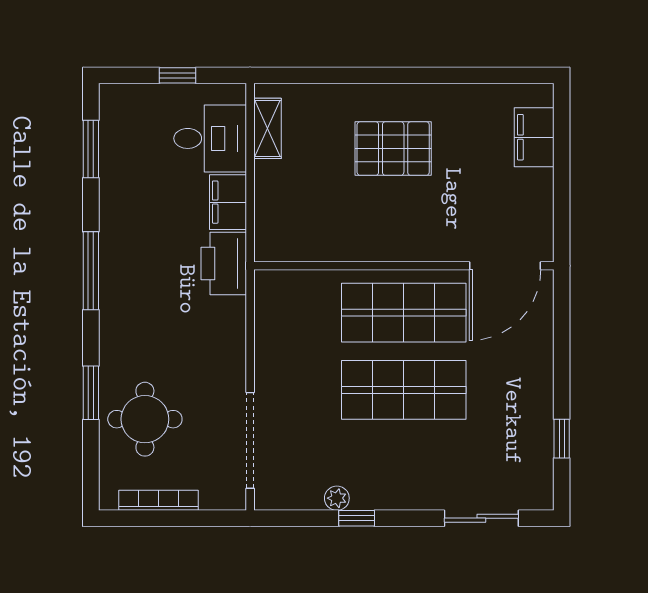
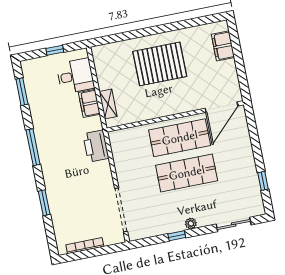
shelving: (267, 128) -> (108, 104), moved
pallet: (393, 149) -> (160, 64), width x1.37, depth x1.41
printer: (224, 264) -> (96, 146), moved
round table: (145, 419) -> (71, 210), removed
plant: (337, 498) -> (191, 223), moved

